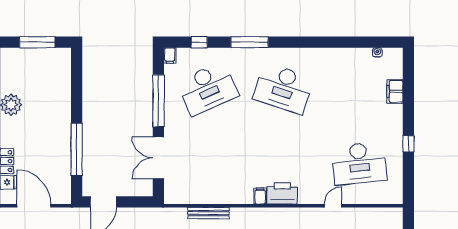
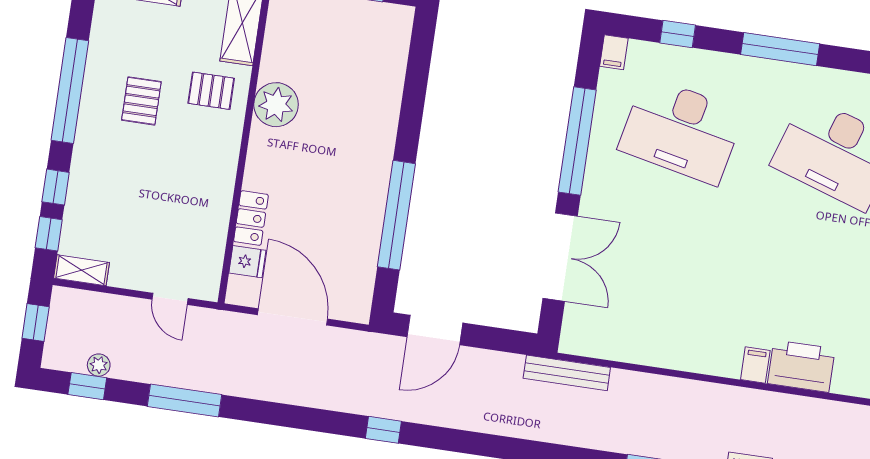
desk: (208, 88) -> (681, 131), turned 36
double door: (158, 158) -> (560, 257), swing flipped
bench: (208, 213) -> (567, 373), moved

